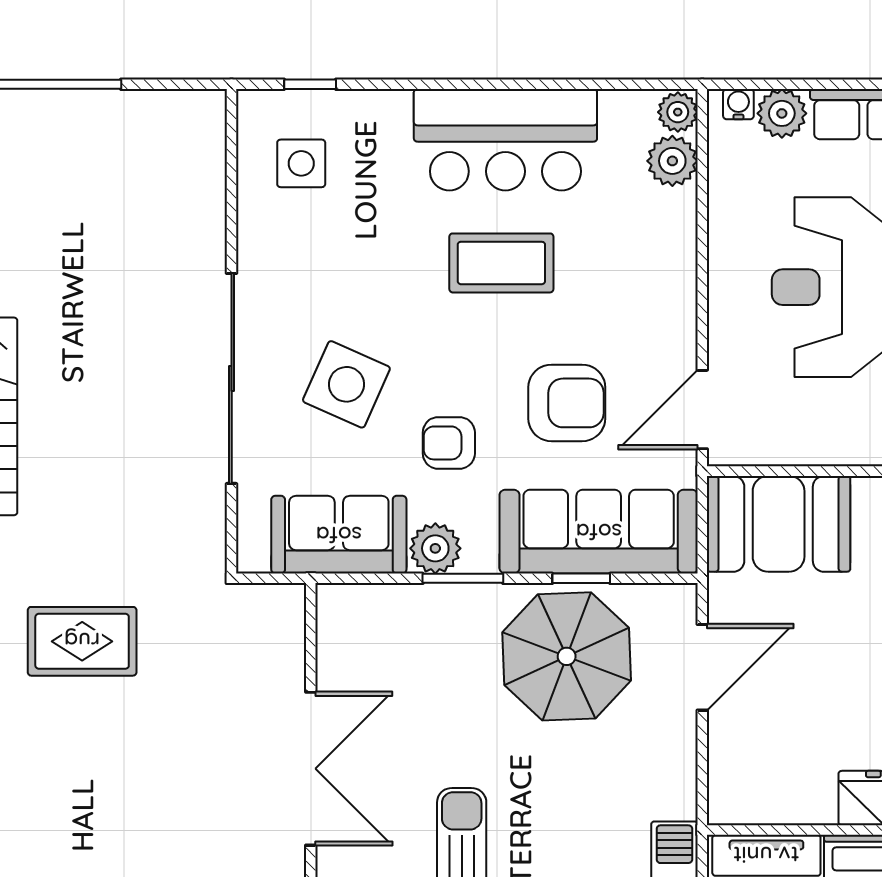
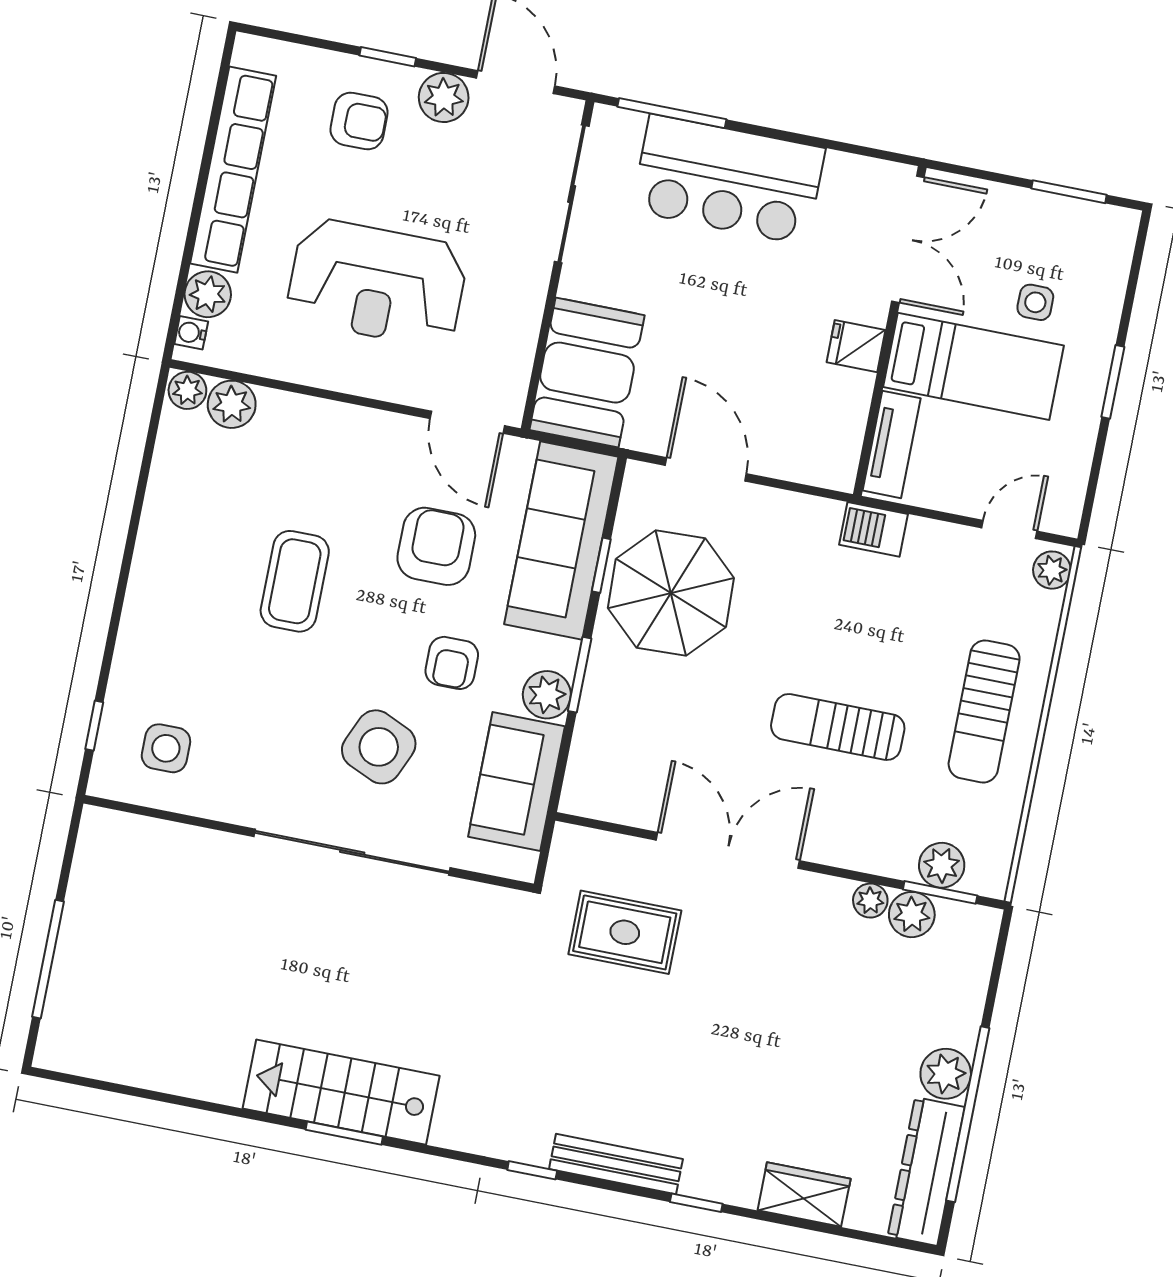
bar counter: (505, 140) -> (181, 555), removed
rug: (82, 641) -> (625, 932), moved, turned 90

